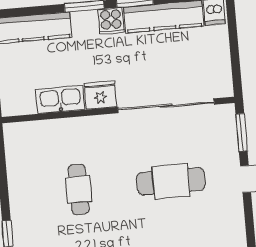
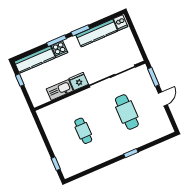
cooker: (111, 21) -> (59, 49), moved
cafe table: (171, 181) -> (127, 112), turned 90

